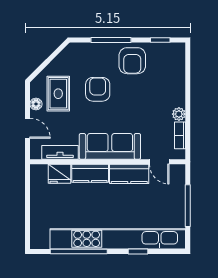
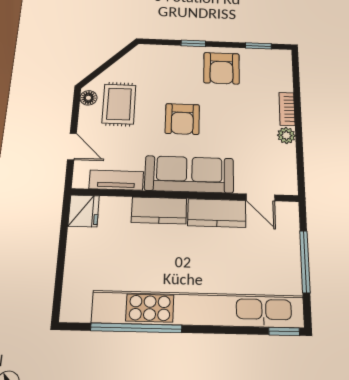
window: (111, 40) -> (193, 43), width x0.46
armchair: (98, 89) -> (182, 119), moved, turned 180
floor lamp: (36, 104) -> (88, 98), moved
bookcase: (180, 135) -> (287, 109), moved
fridge: (59, 174) -> (84, 211), moved, turned -90
window: (138, 251) -> (284, 331), moved

